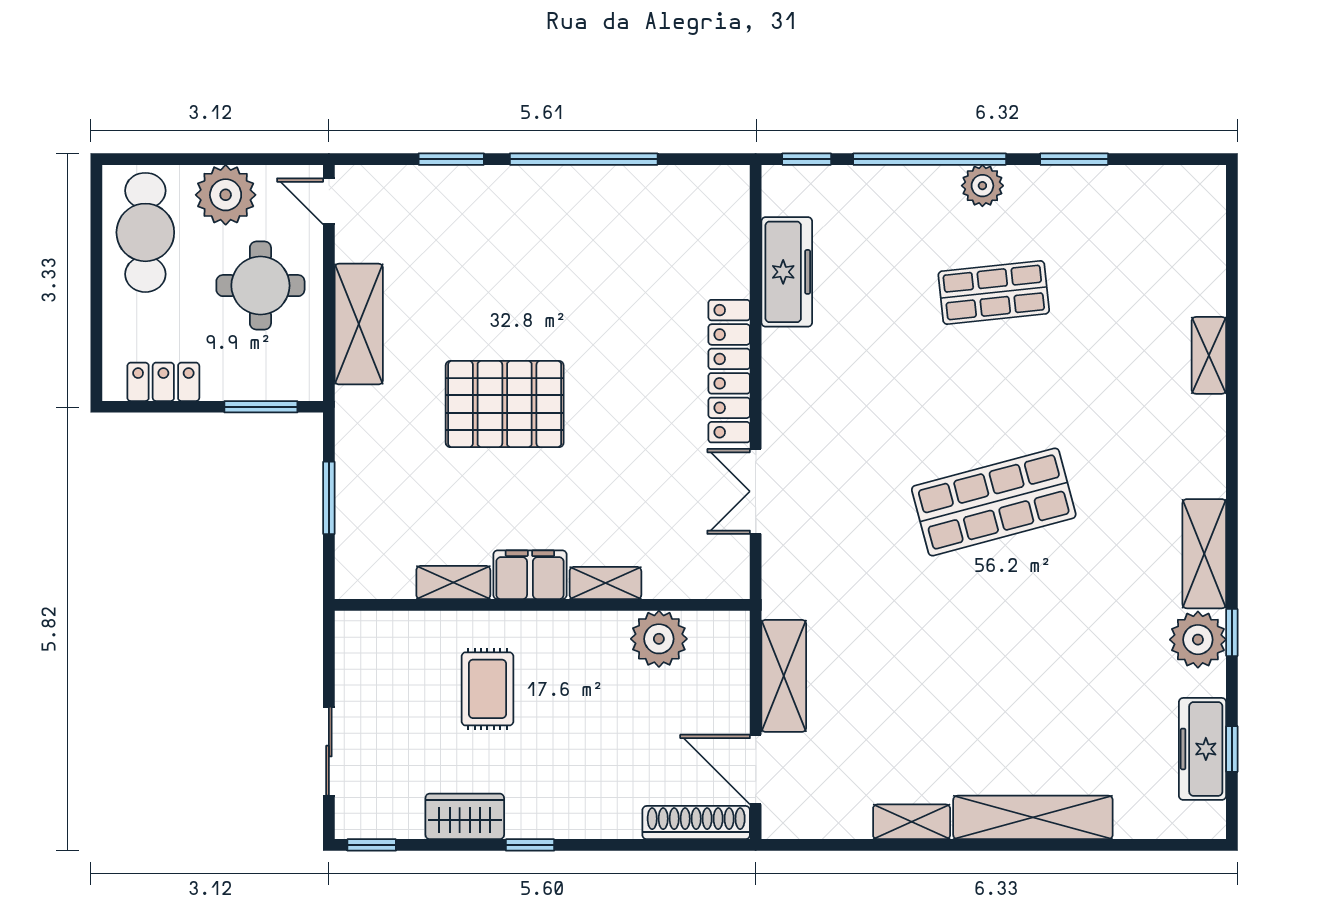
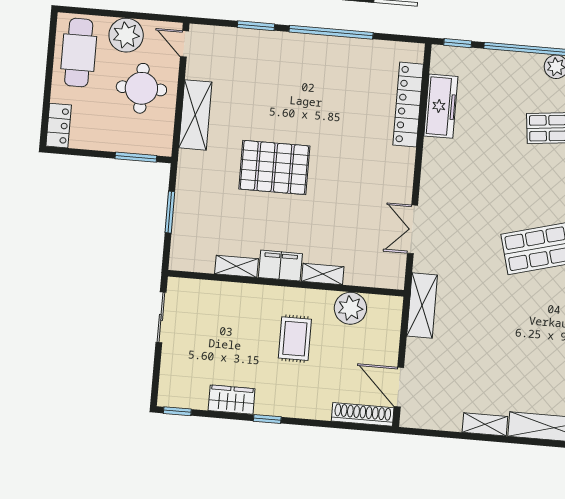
locker: (729, 371) -> (408, 105), moved
locker: (163, 382) -> (59, 126), moved, turned 90
shelving: (784, 676) -> (422, 305), moved
rug: (487, 689) -> (295, 339), moved
sliding door: (329, 751) -> (161, 317), moved

